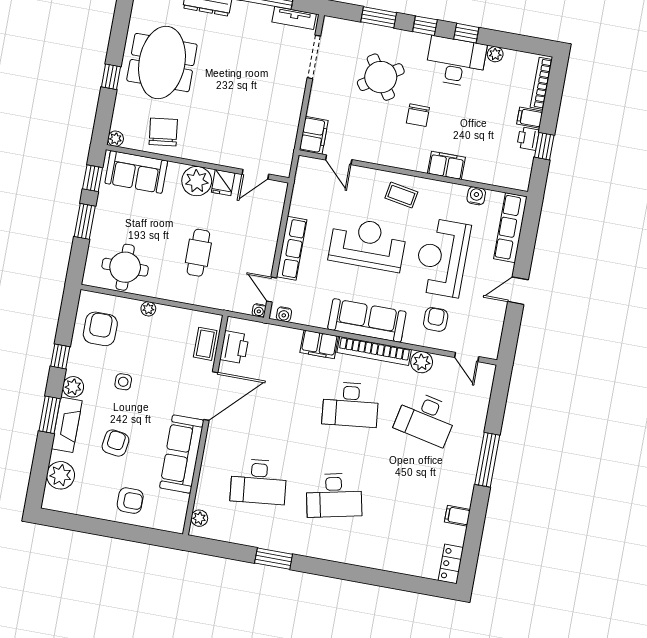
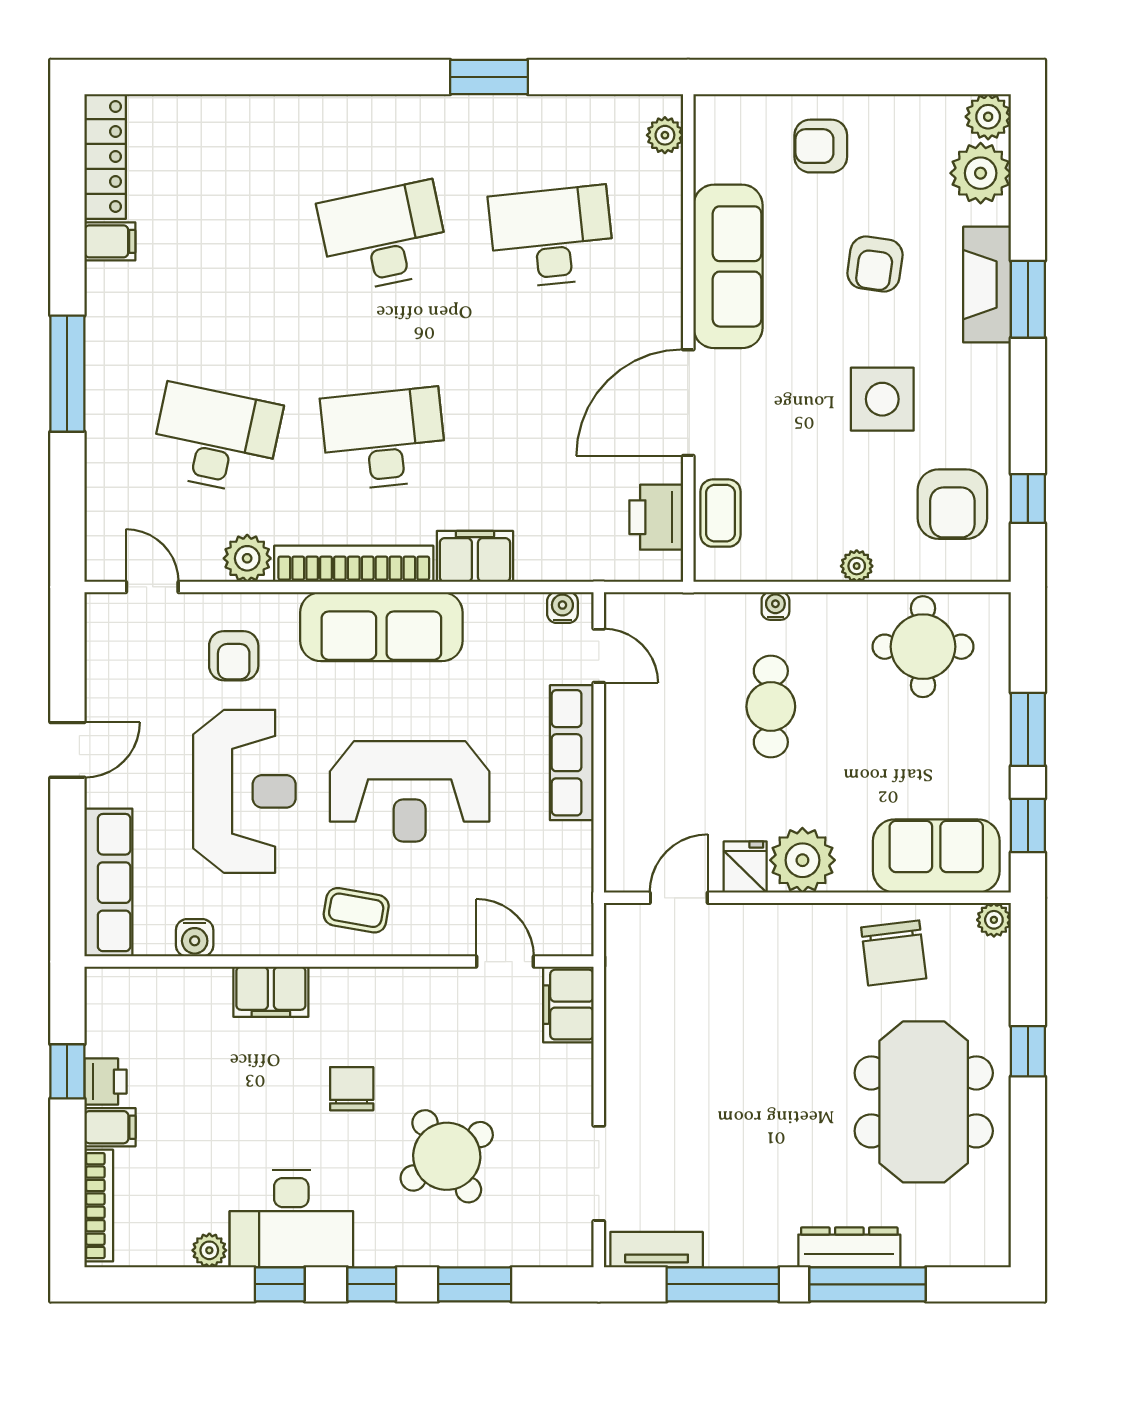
water cooler: (259, 310) -> (775, 606), moved
window: (60, 356) -> (1028, 498), moved
side table: (123, 382) -> (882, 399), width x1.87, depth x1.87
plant: (73, 387) -> (988, 117), moved
locker: (451, 564) -> (105, 156), width x1.53

